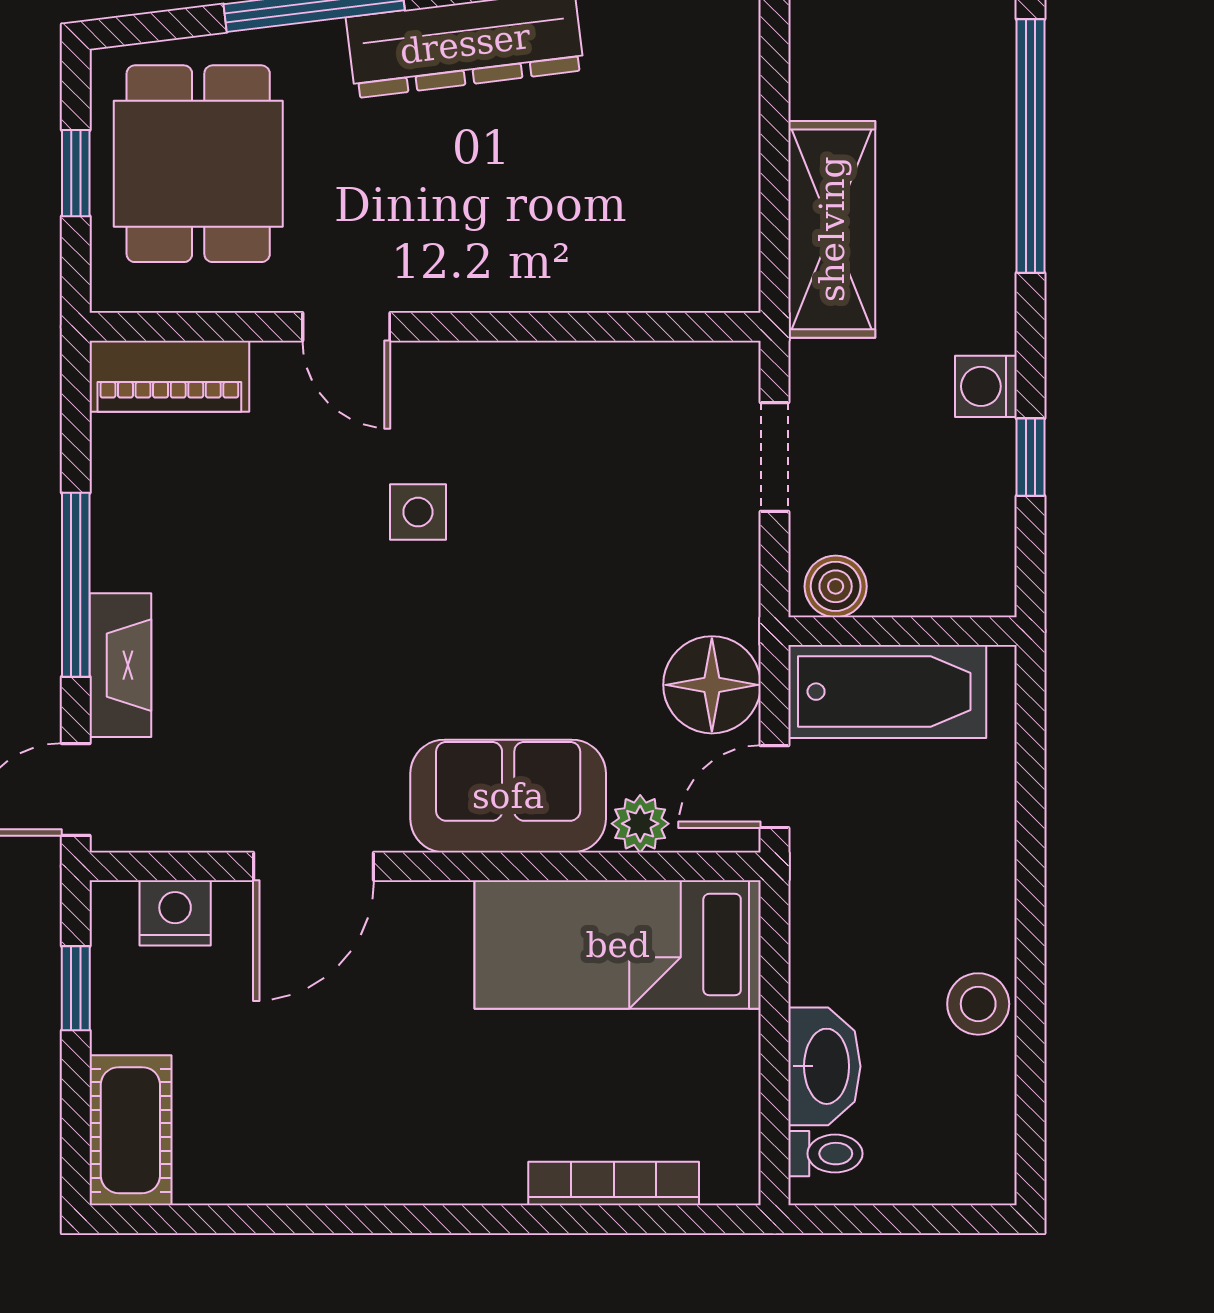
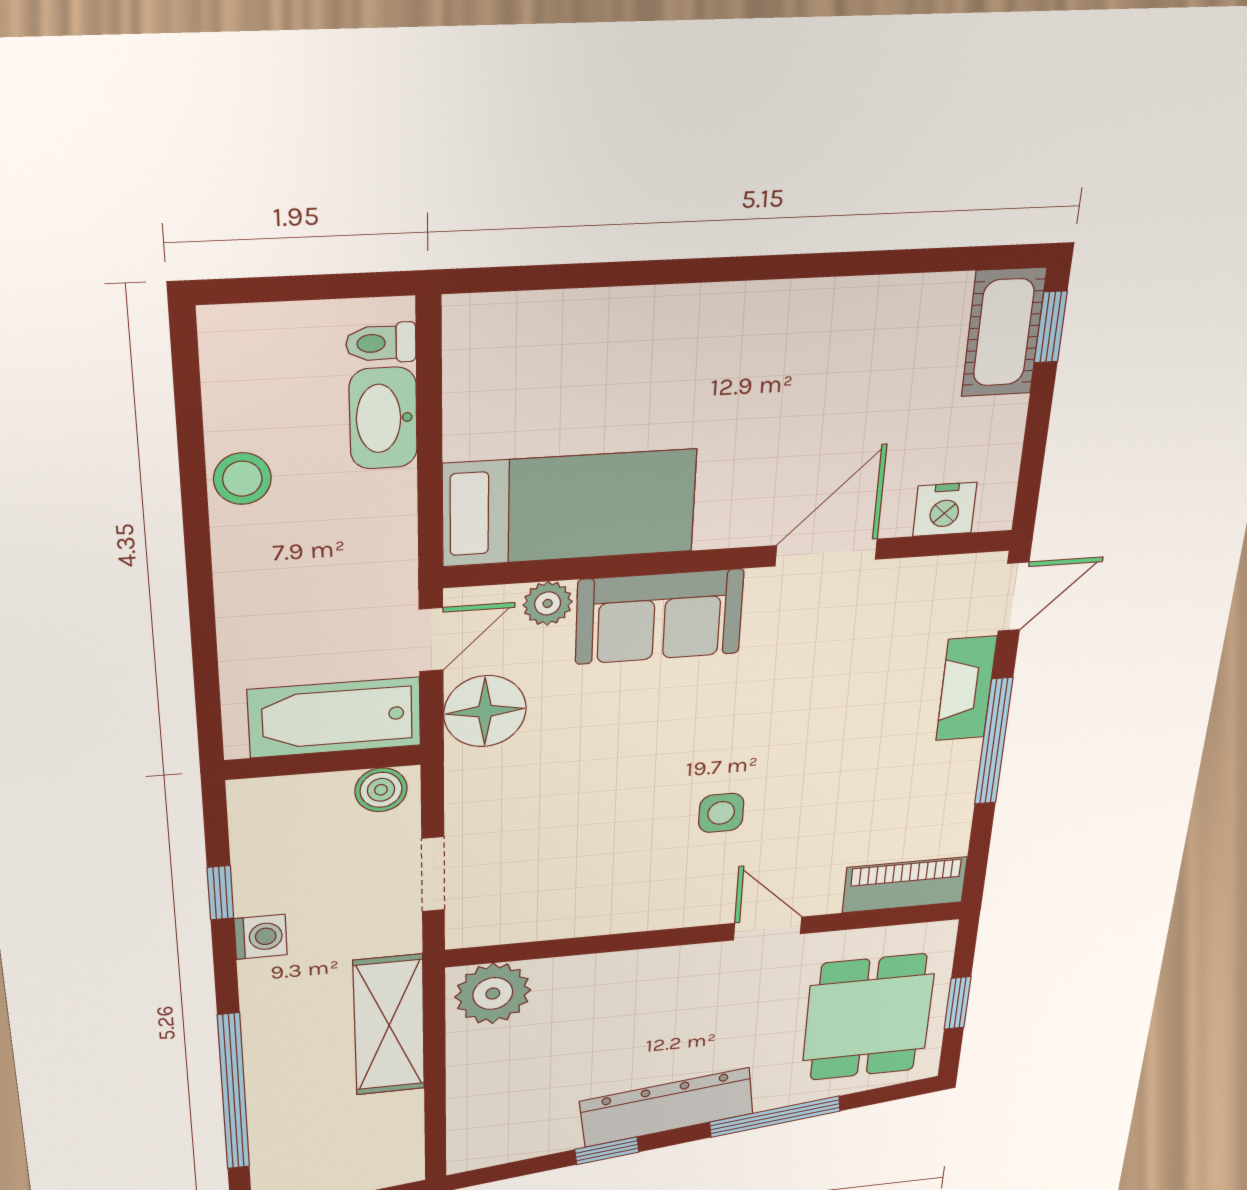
plant: (700, 264) -> (493, 994), added
window: (76, 988) -> (1051, 327), moved
bookcase: (614, 1184) -> (578, 307), removed

